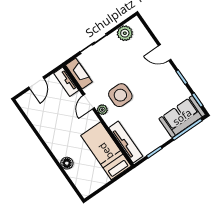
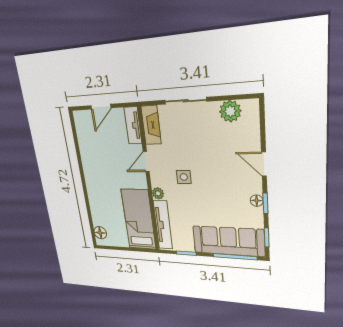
floor lamp: (175, 79) -> (257, 201), added
side table: (120, 95) -> (184, 177), width x0.54, depth x0.54
plant: (102, 110) -> (158, 193), moved
sofa: (182, 117) -> (228, 241), width x1.36
floor lamp: (67, 163) -> (100, 233), moved

